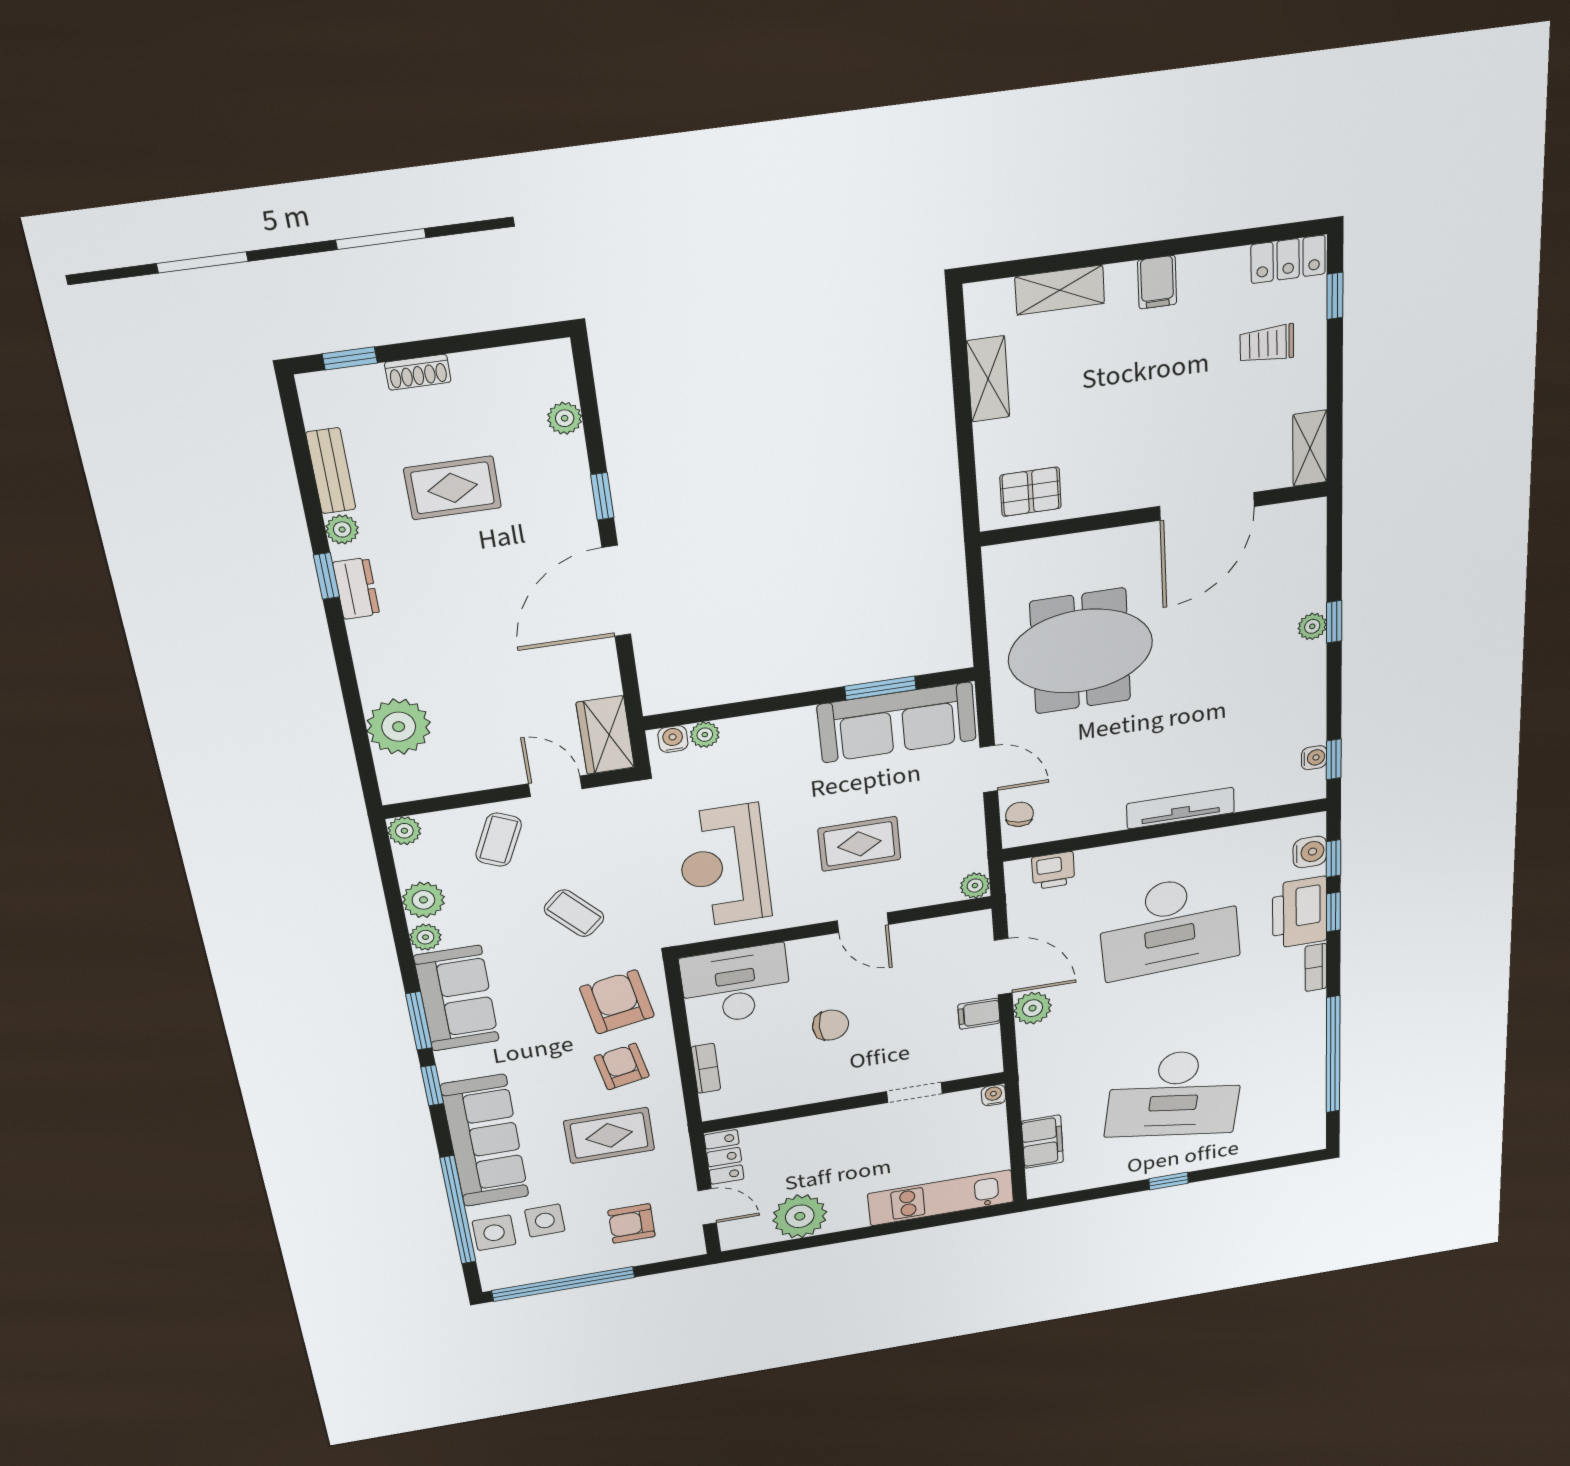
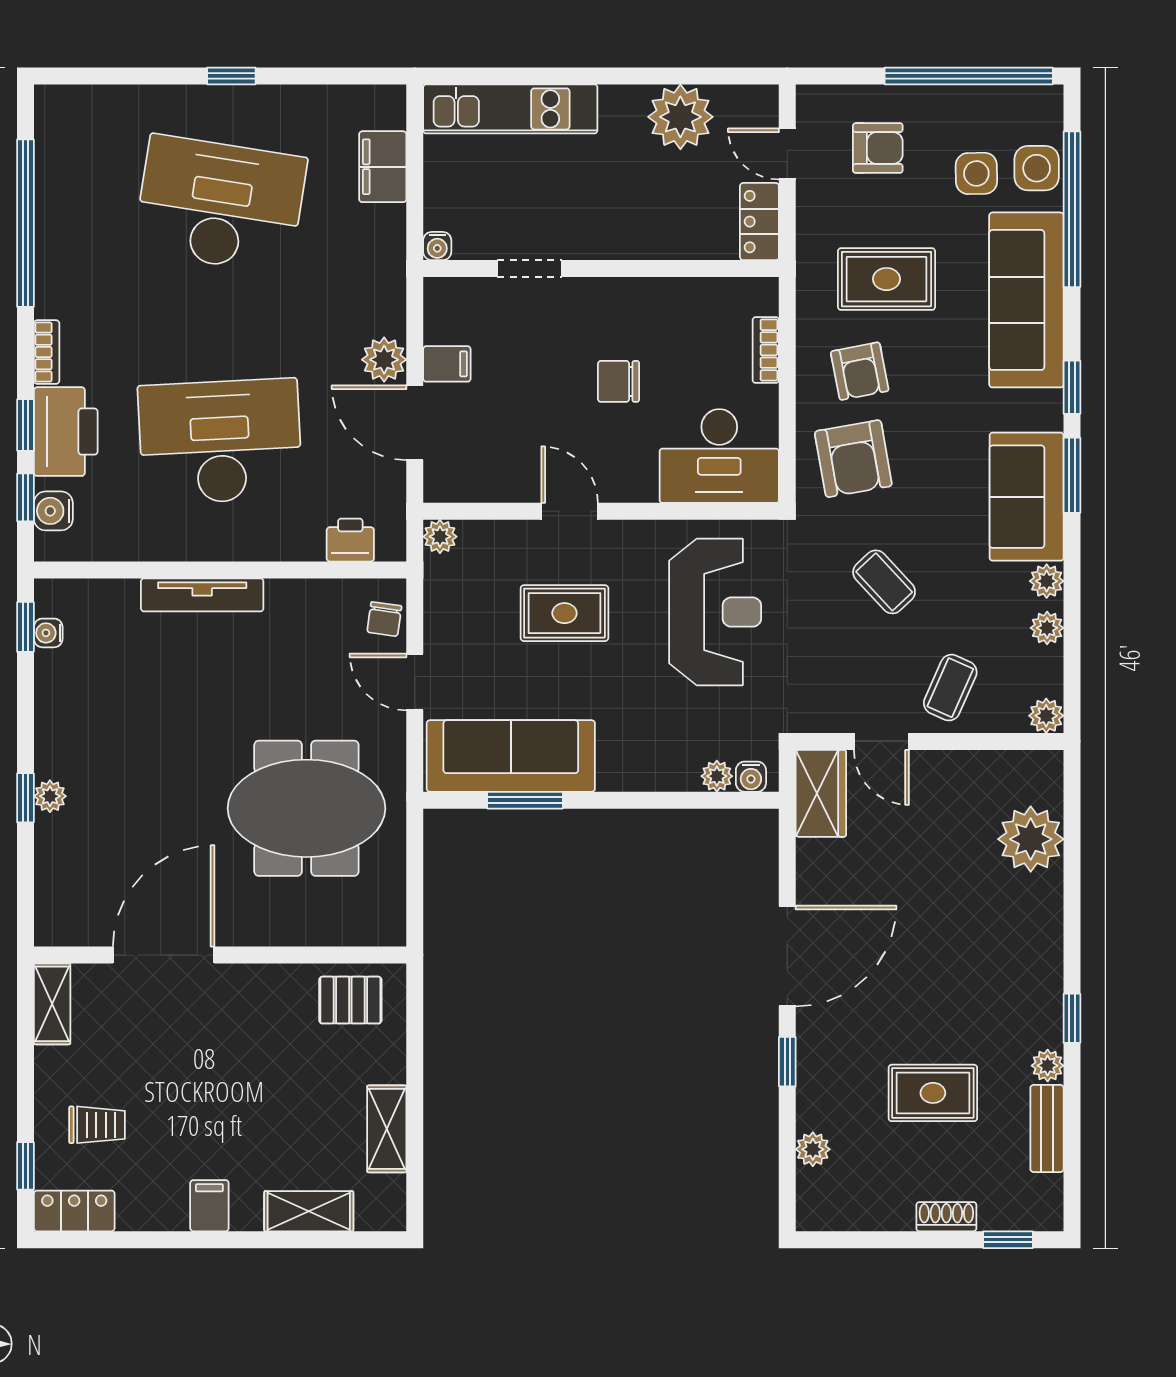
dresser: (356, 588) -> (1046, 1000), removed
plant: (423, 900) -> (1047, 628), width x0.73, depth x0.73

